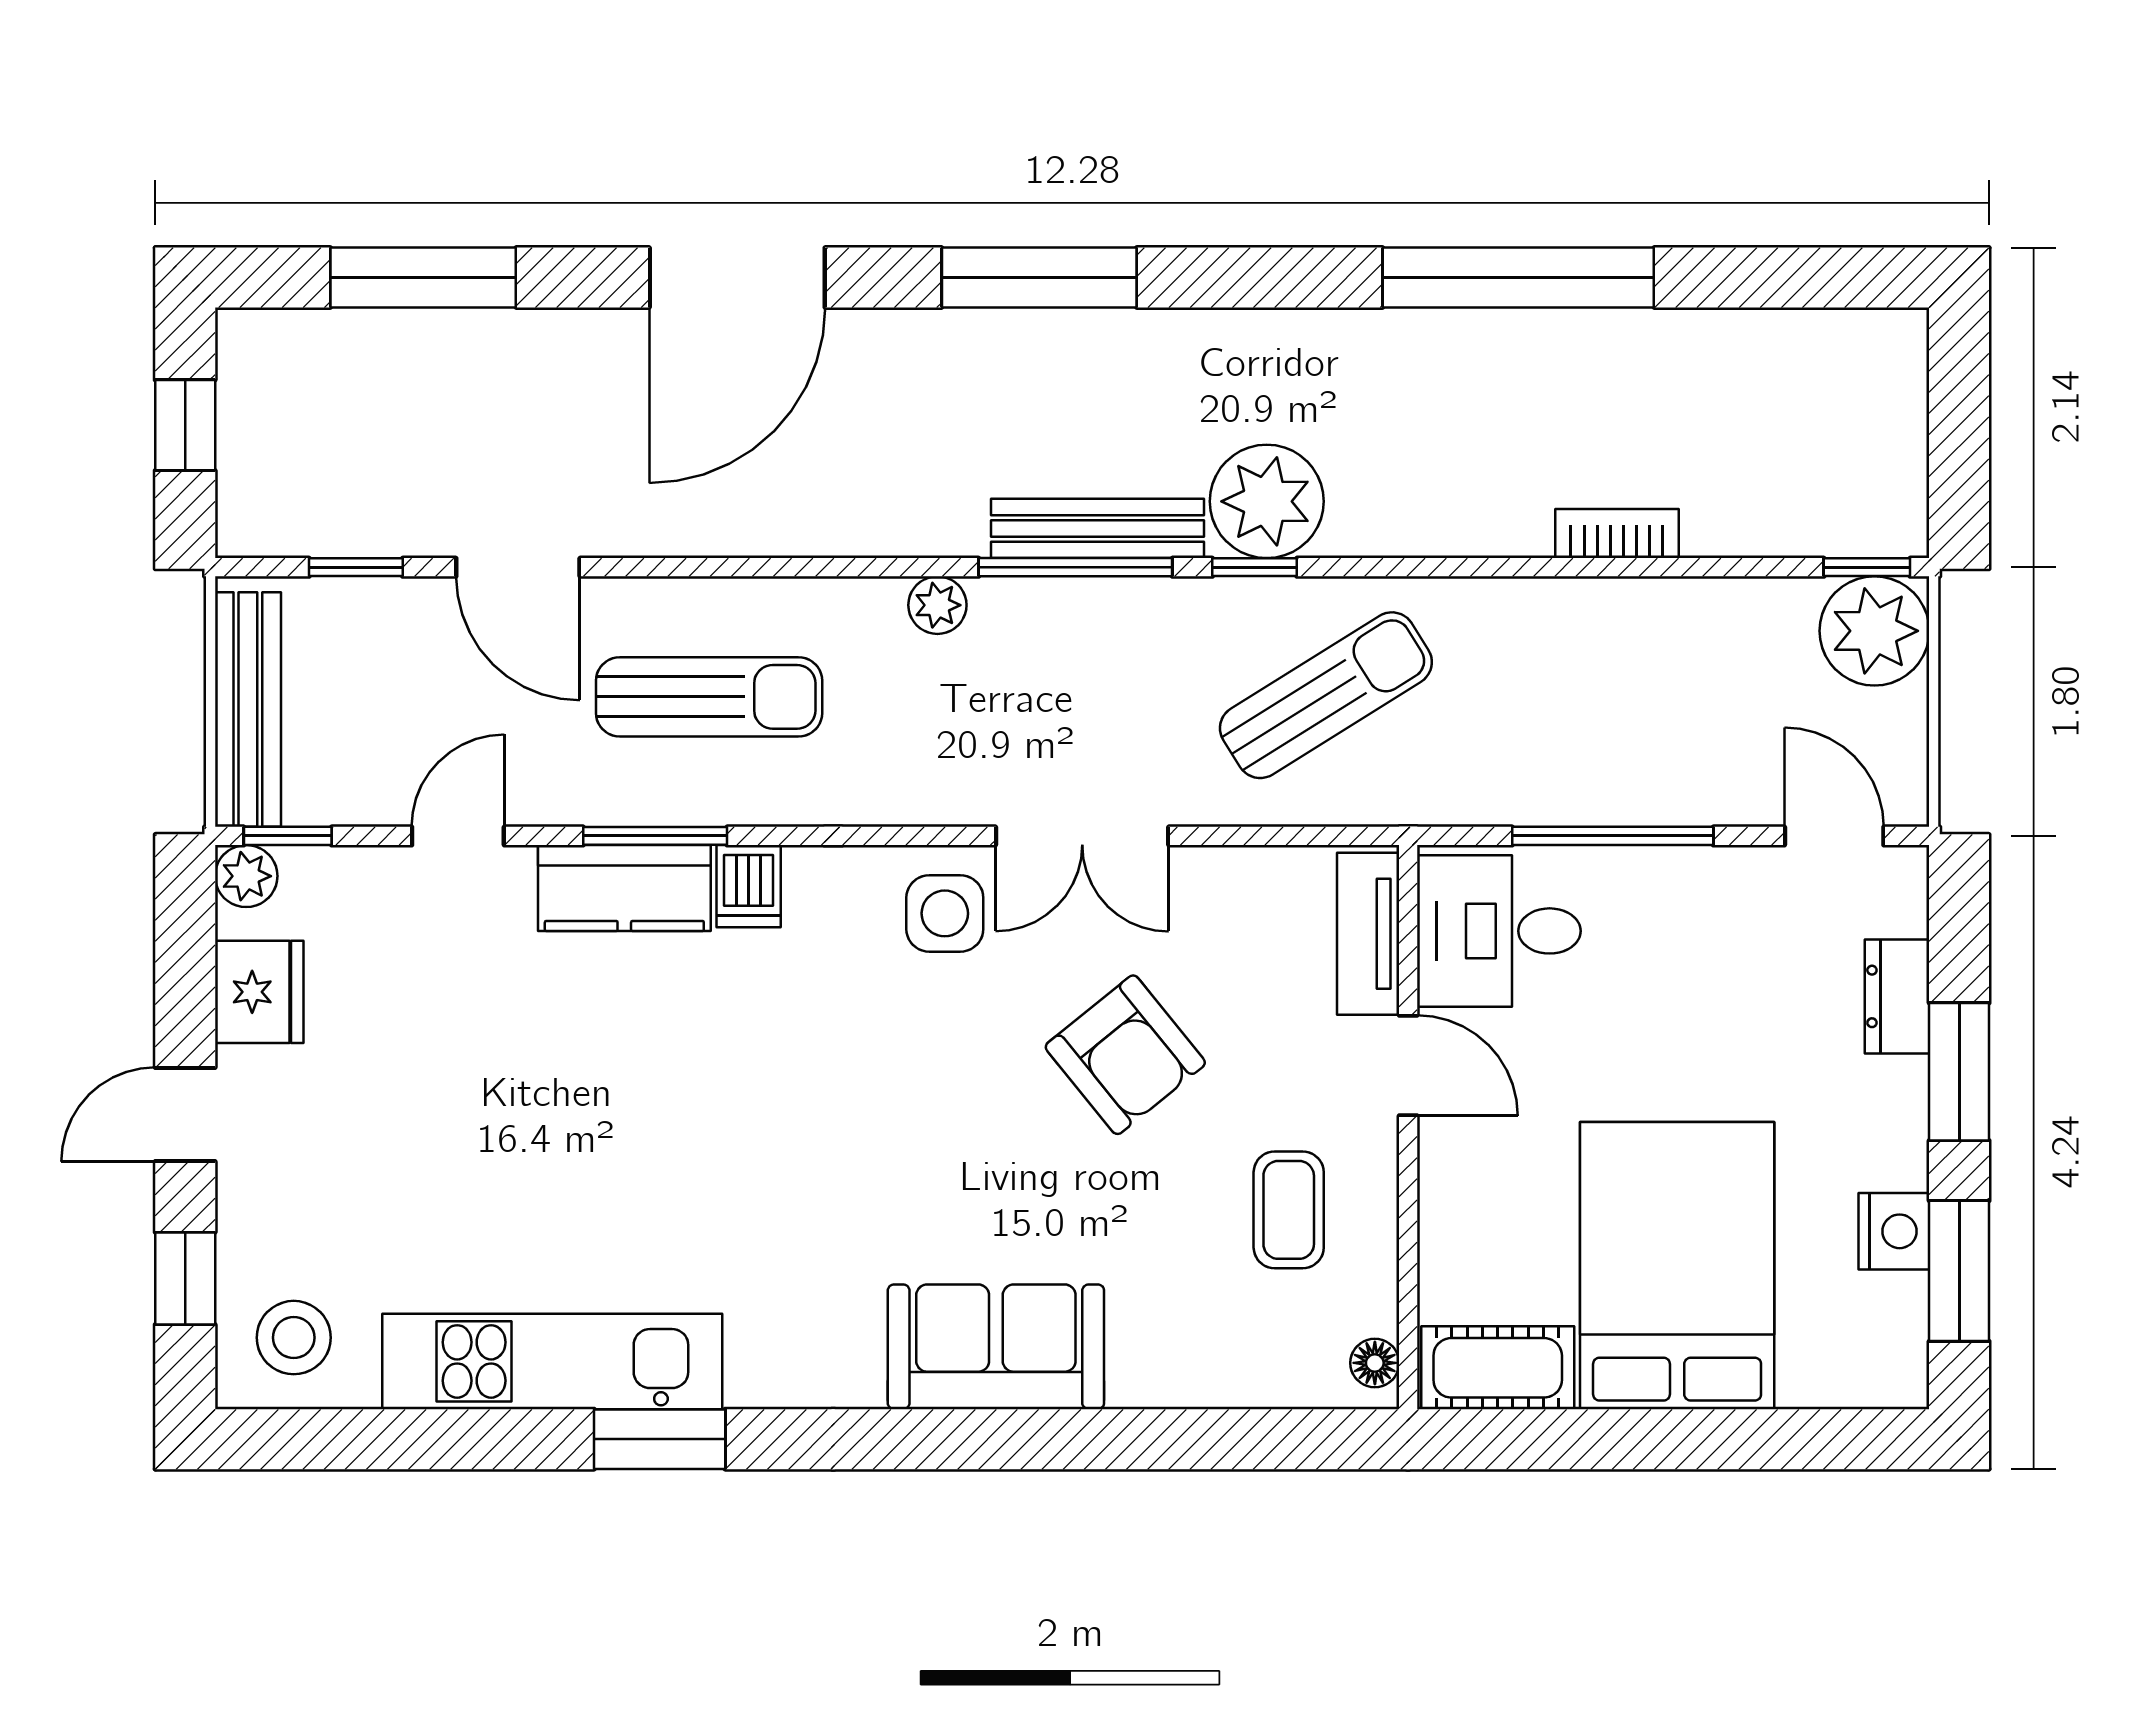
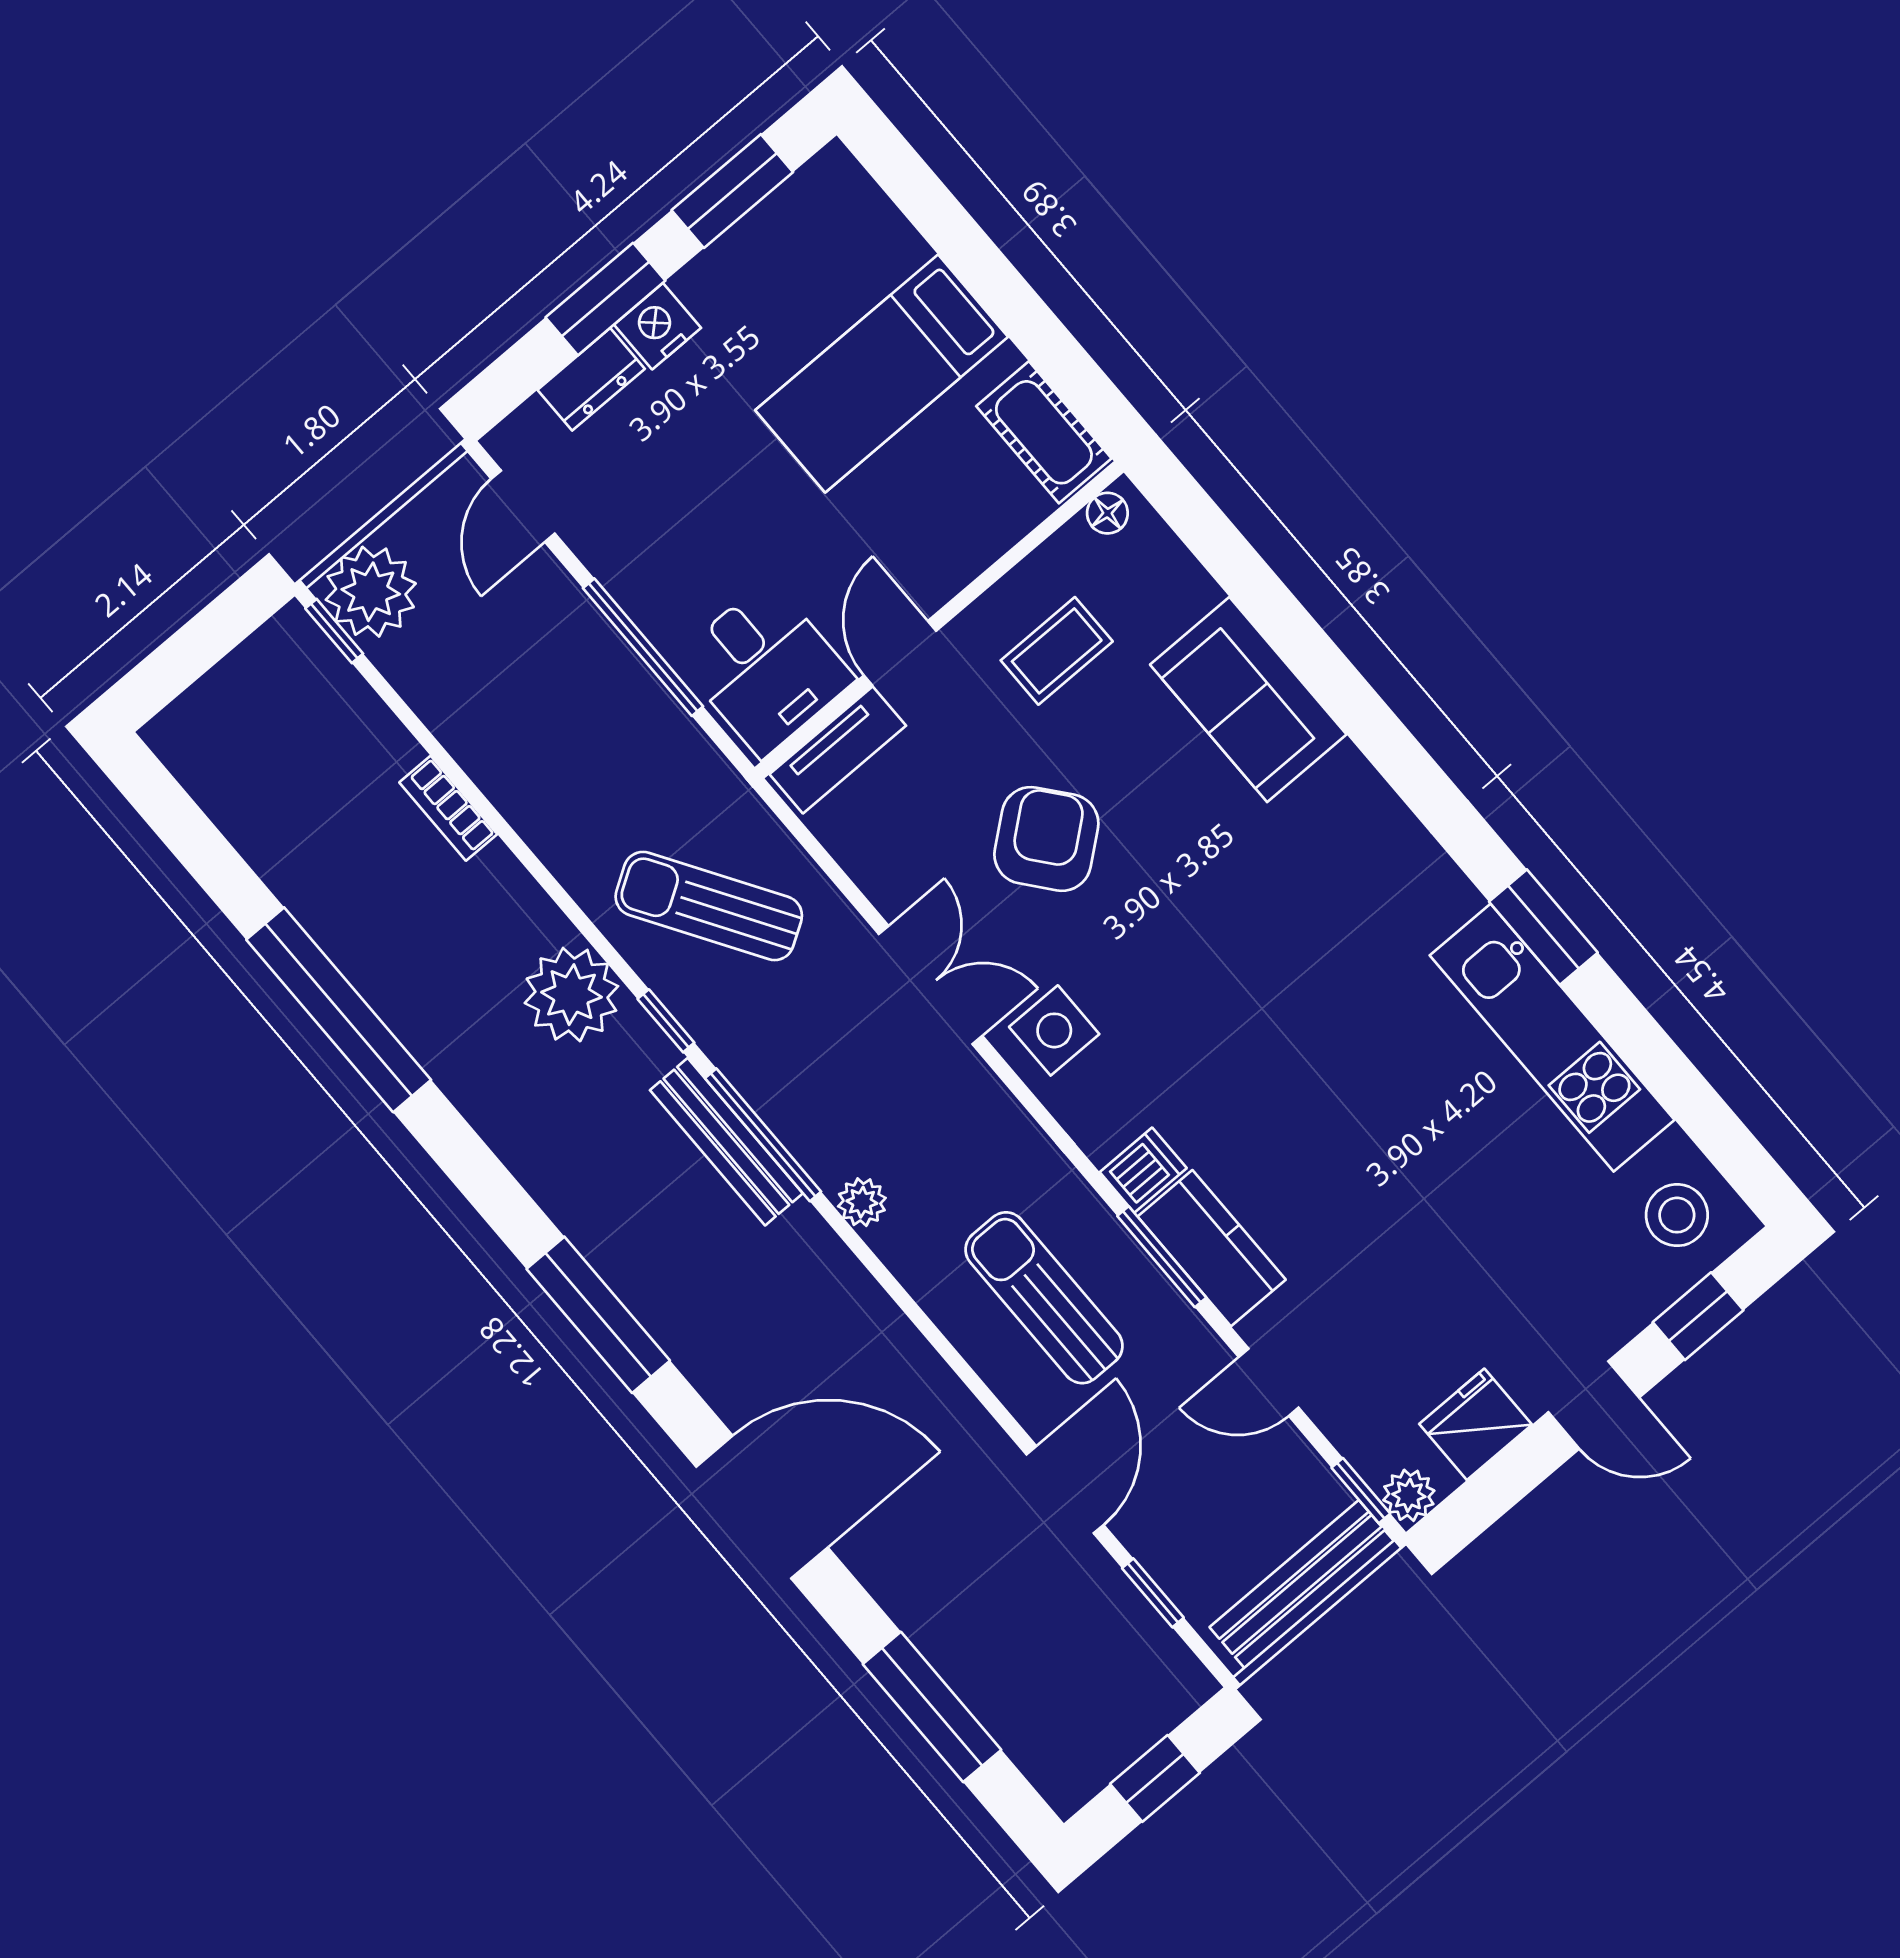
plant: (1267, 501) -> (571, 995), moved
nightstand: (1894, 1231) -> (658, 326), moved
bed: (1677, 1266) -> (882, 373), width x0.67
sofa: (996, 1347) -> (1248, 699), moved

